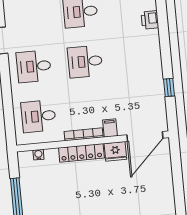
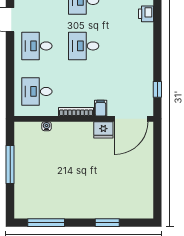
window: (169, 87) -> (157, 89), moved
locker: (81, 153) -> (73, 128), removed
water cooler: (38, 155) -> (47, 126), moved

